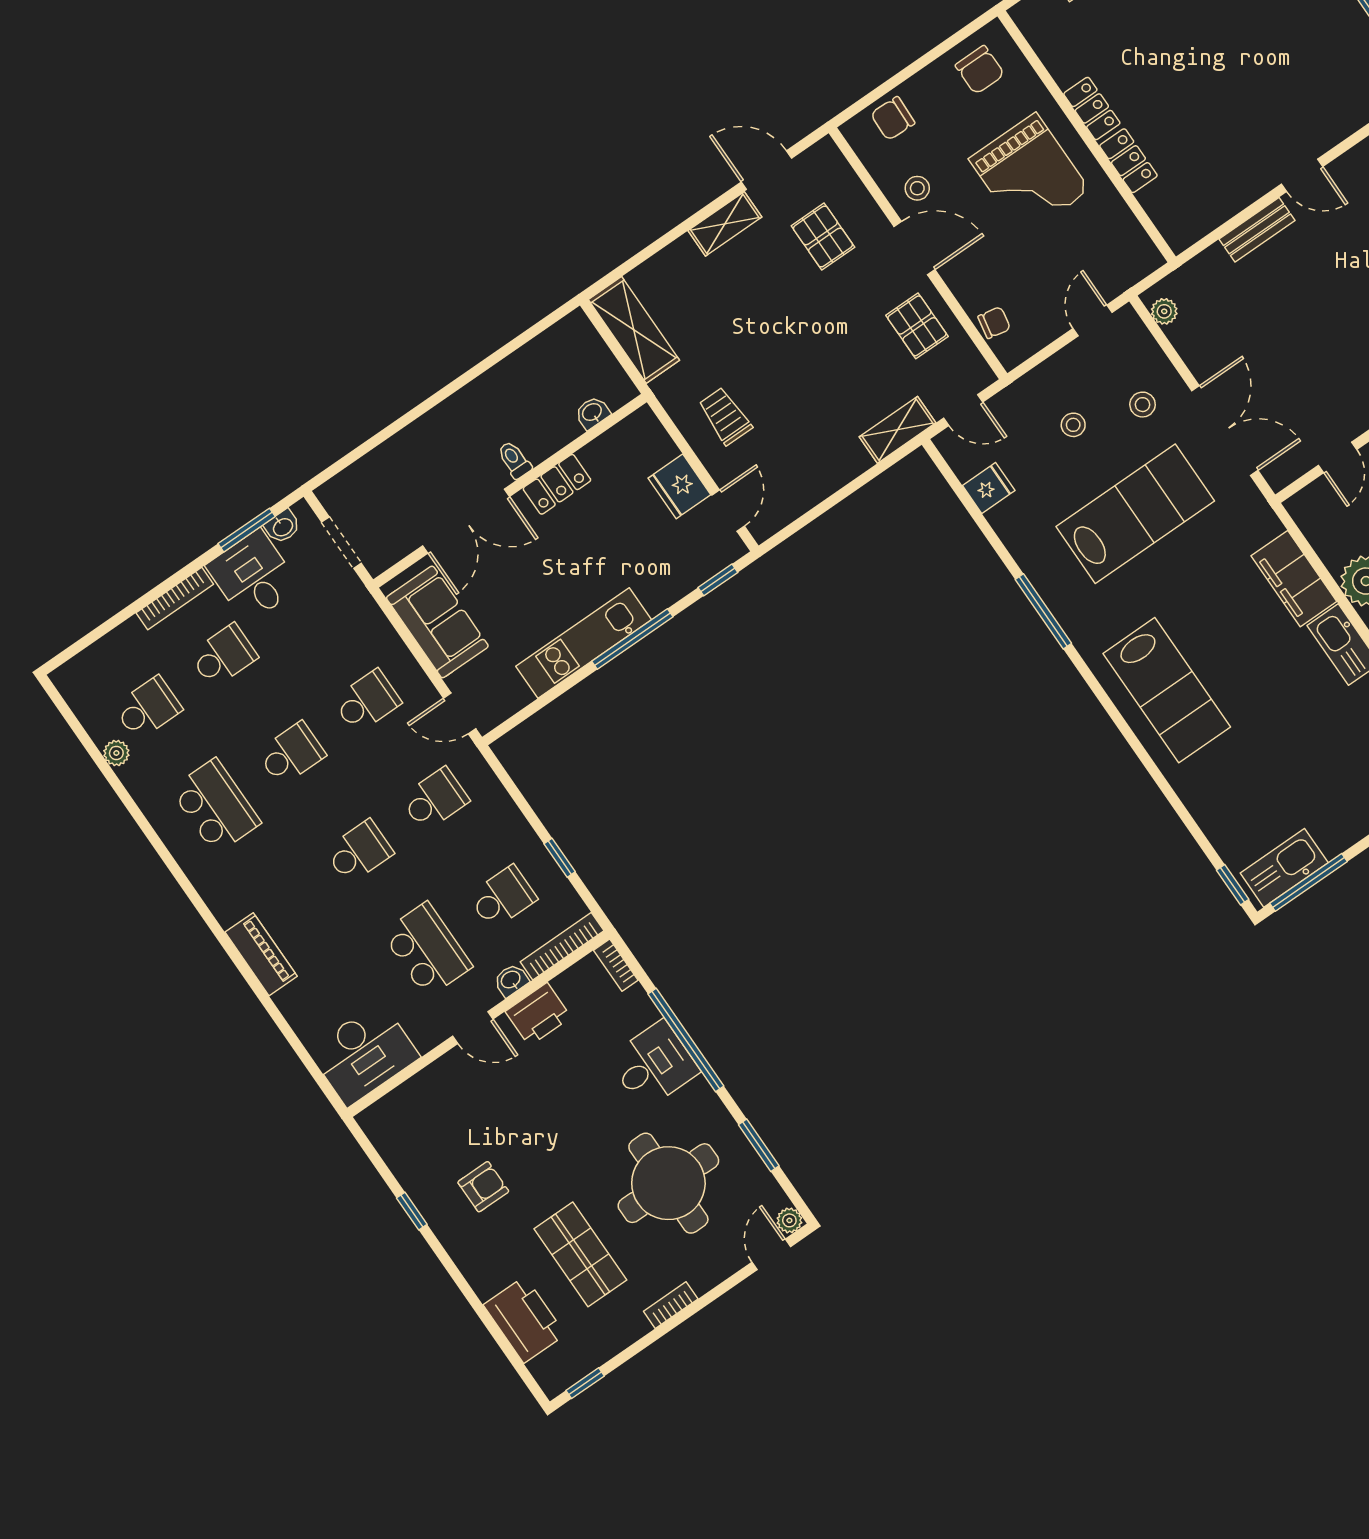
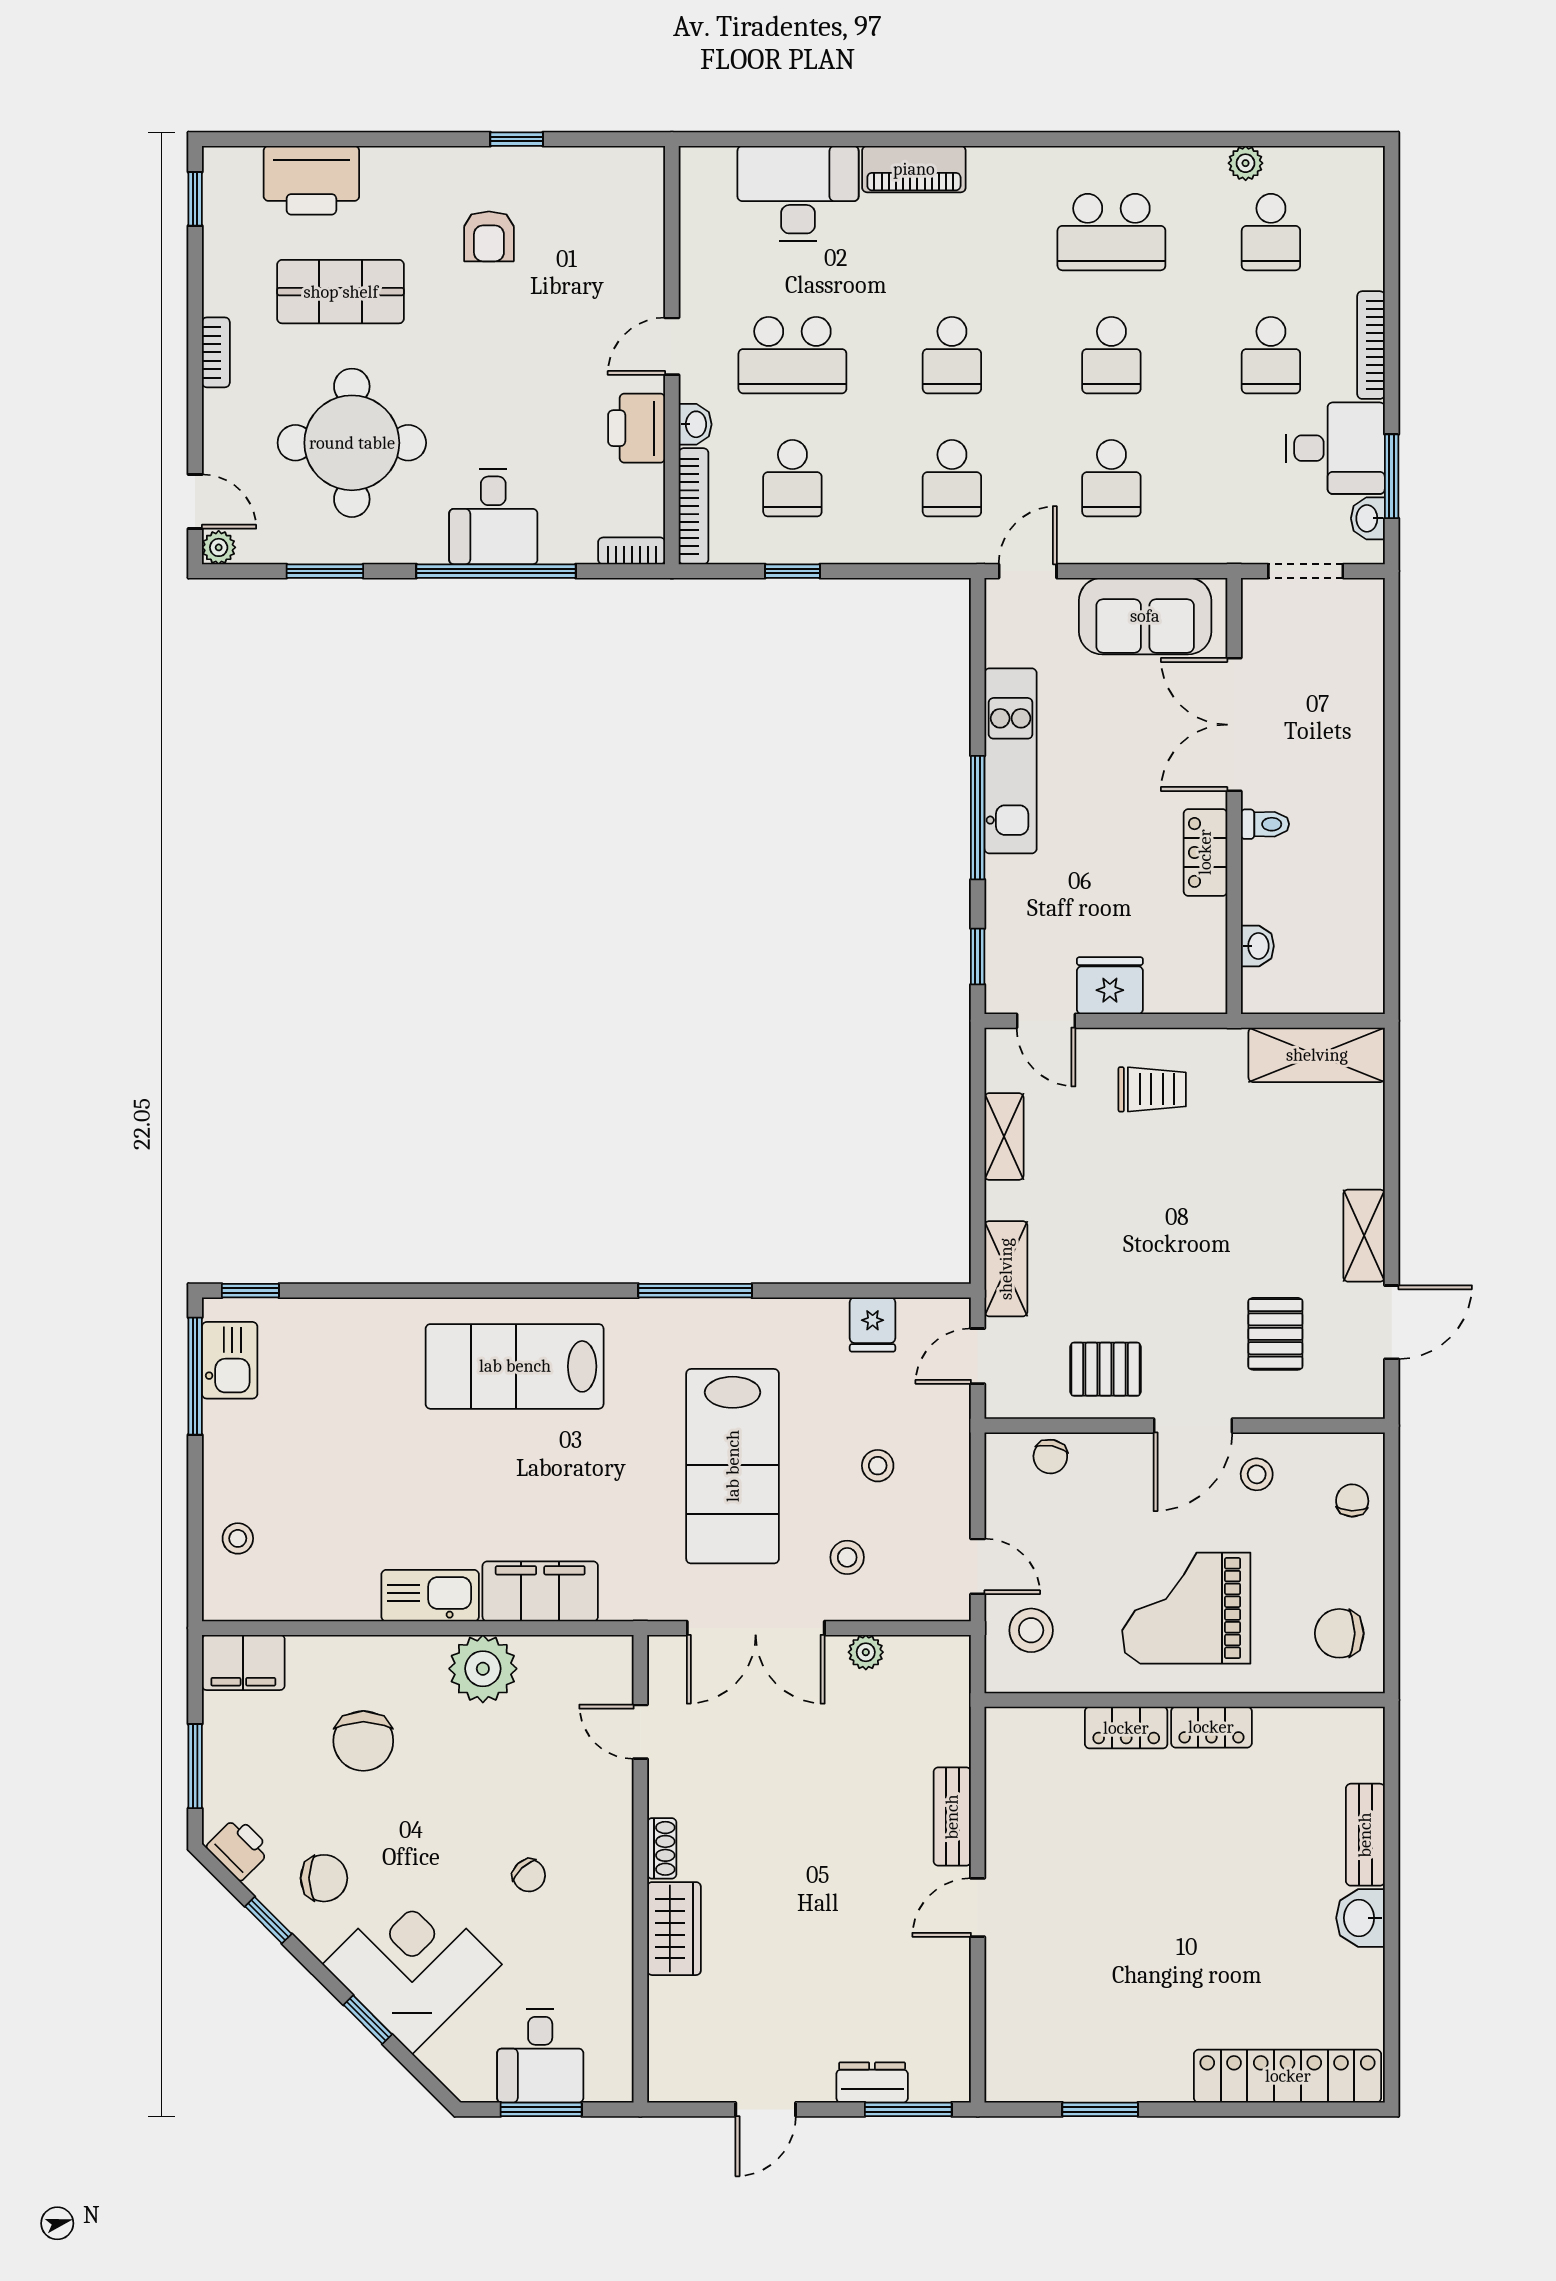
chair: (893, 118) -> (1352, 1501), width x0.73, depth x0.73
pallet: (823, 236) -> (1275, 1334), turned 90
stool: (1109, 261) -> (1031, 1630), added
plant: (1164, 311) -> (866, 1652), moved
shelving: (817, 487) -> (1004, 1137), added
kitchen sink: (1284, 868) -> (230, 1360), width x0.73
desk: (364, 1054) -> (798, 194), moved, turned 90

